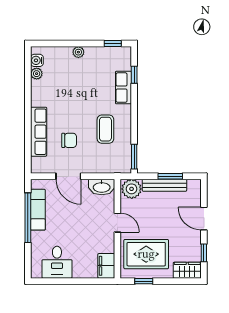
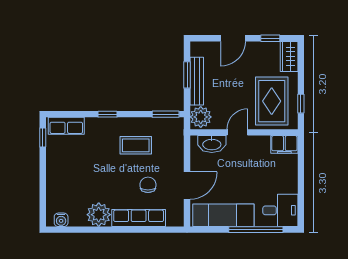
plant: (78, 52) -> (52, 175), removed
plant: (37, 74) -> (99, 215), moved, width x1.88, depth x1.88
window: (134, 75) -> (107, 114), moved
row of seats: (123, 88) -> (66, 126), moved
washbasin: (102, 187) -> (212, 144), moved, turned 90
exam couch: (38, 210) -> (223, 215), width x1.36, depth x1.45
window: (28, 218) -> (256, 230), moved
desk: (57, 262) -> (280, 210), moved

